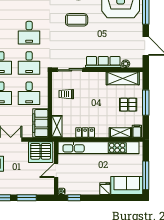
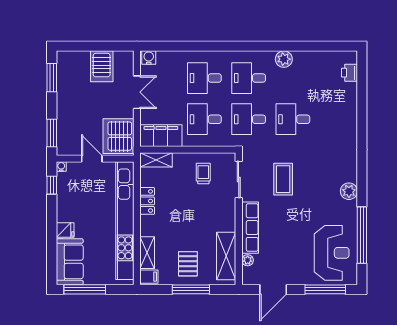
coffee table: (77, 20) -> (283, 179), moved
window: (27, 198) -> (52, 133), moved

